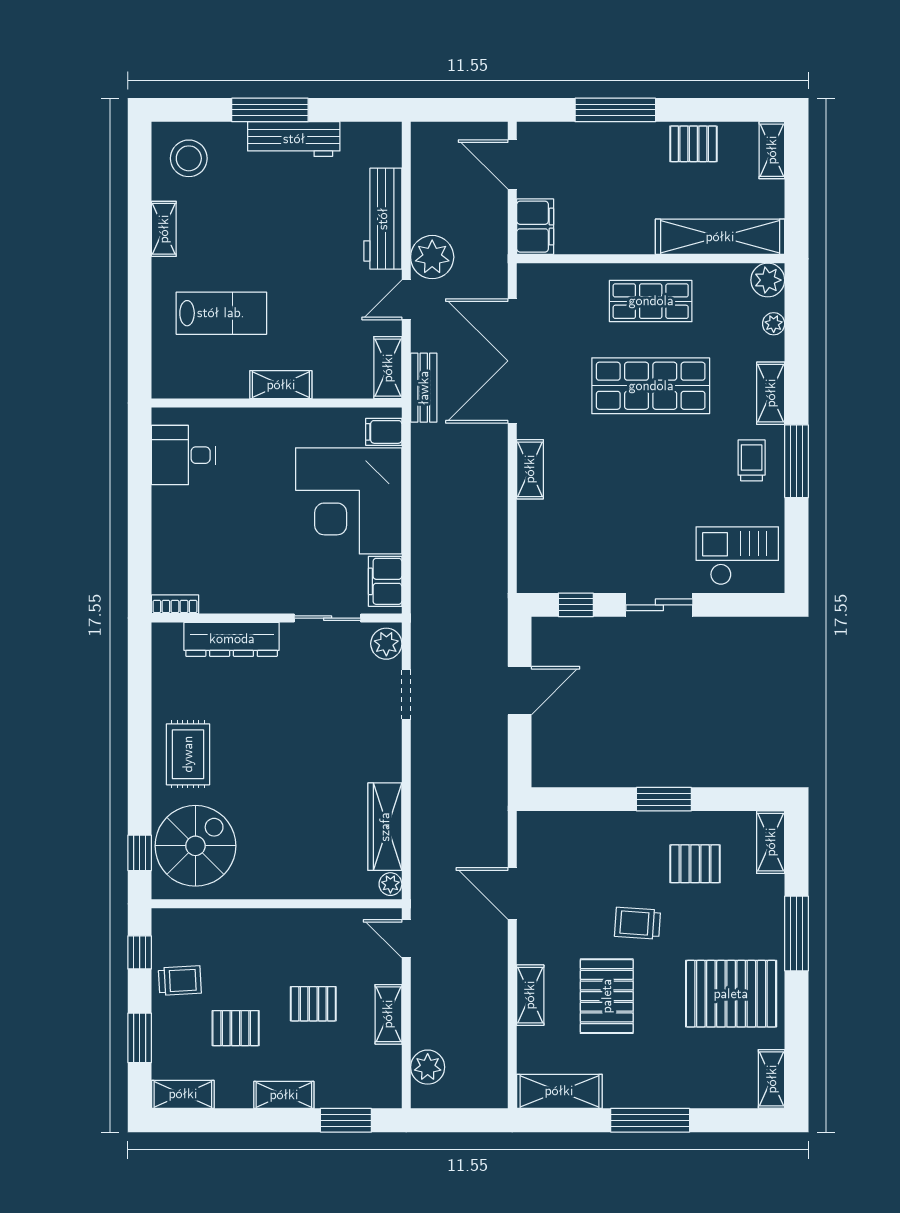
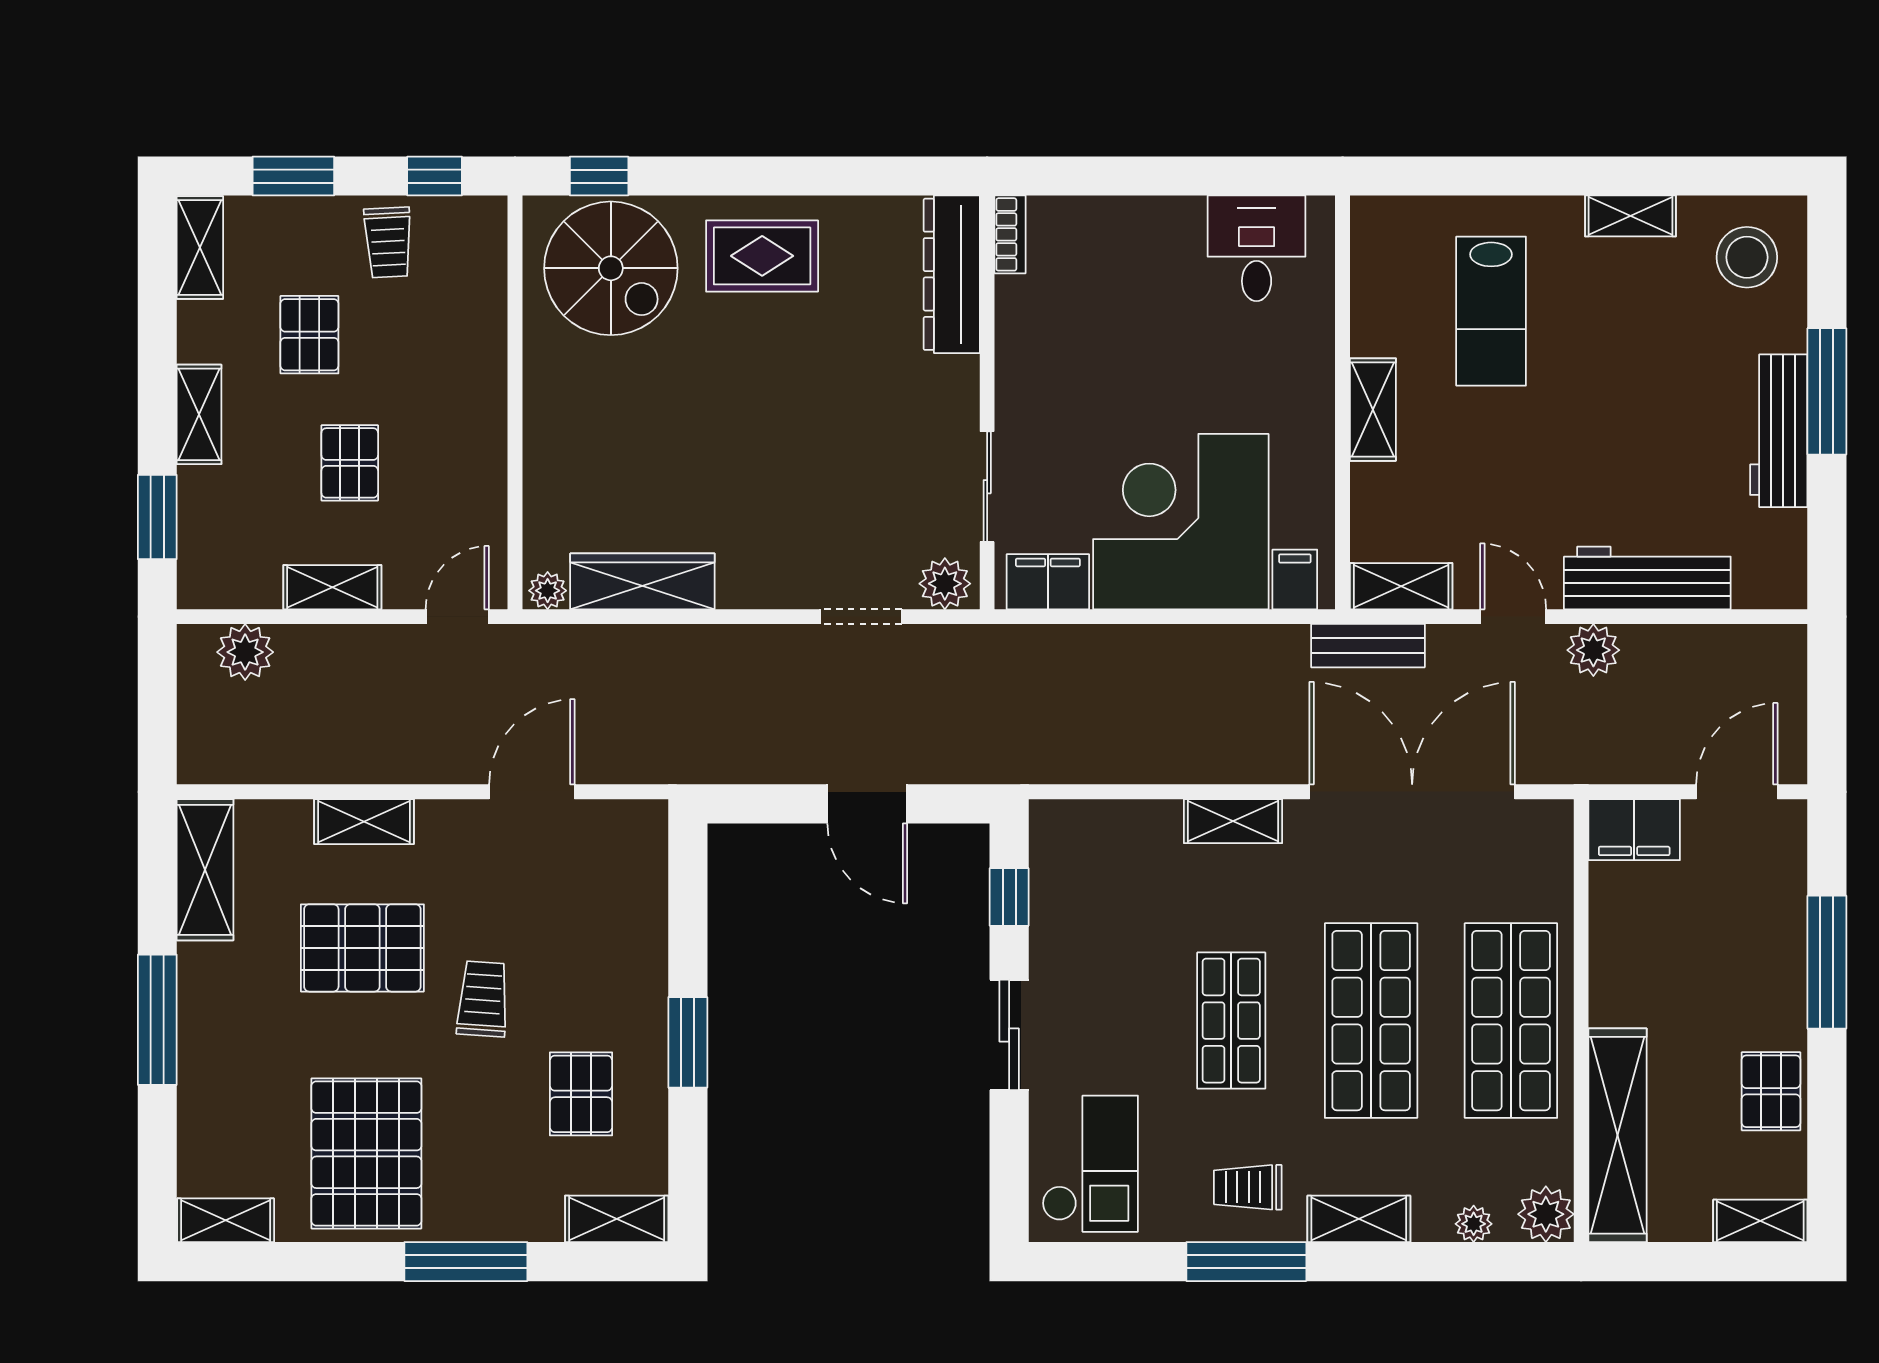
plant: (432, 257) -> (1593, 650), width x0.73, depth x0.73
shop shelf: (651, 301) -> (1511, 1021), width x1.43, depth x1.36
trolley: (752, 460) -> (1248, 1187), turned 180
shop shelf: (651, 470) -> (1231, 1021), added
dresser: (232, 639) -> (952, 274), moved

